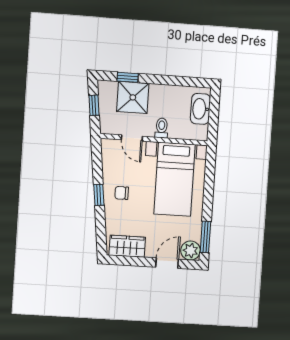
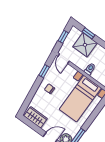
door: (132, 138) -> (64, 59), moved
window: (99, 195) -> (44, 71), moved

